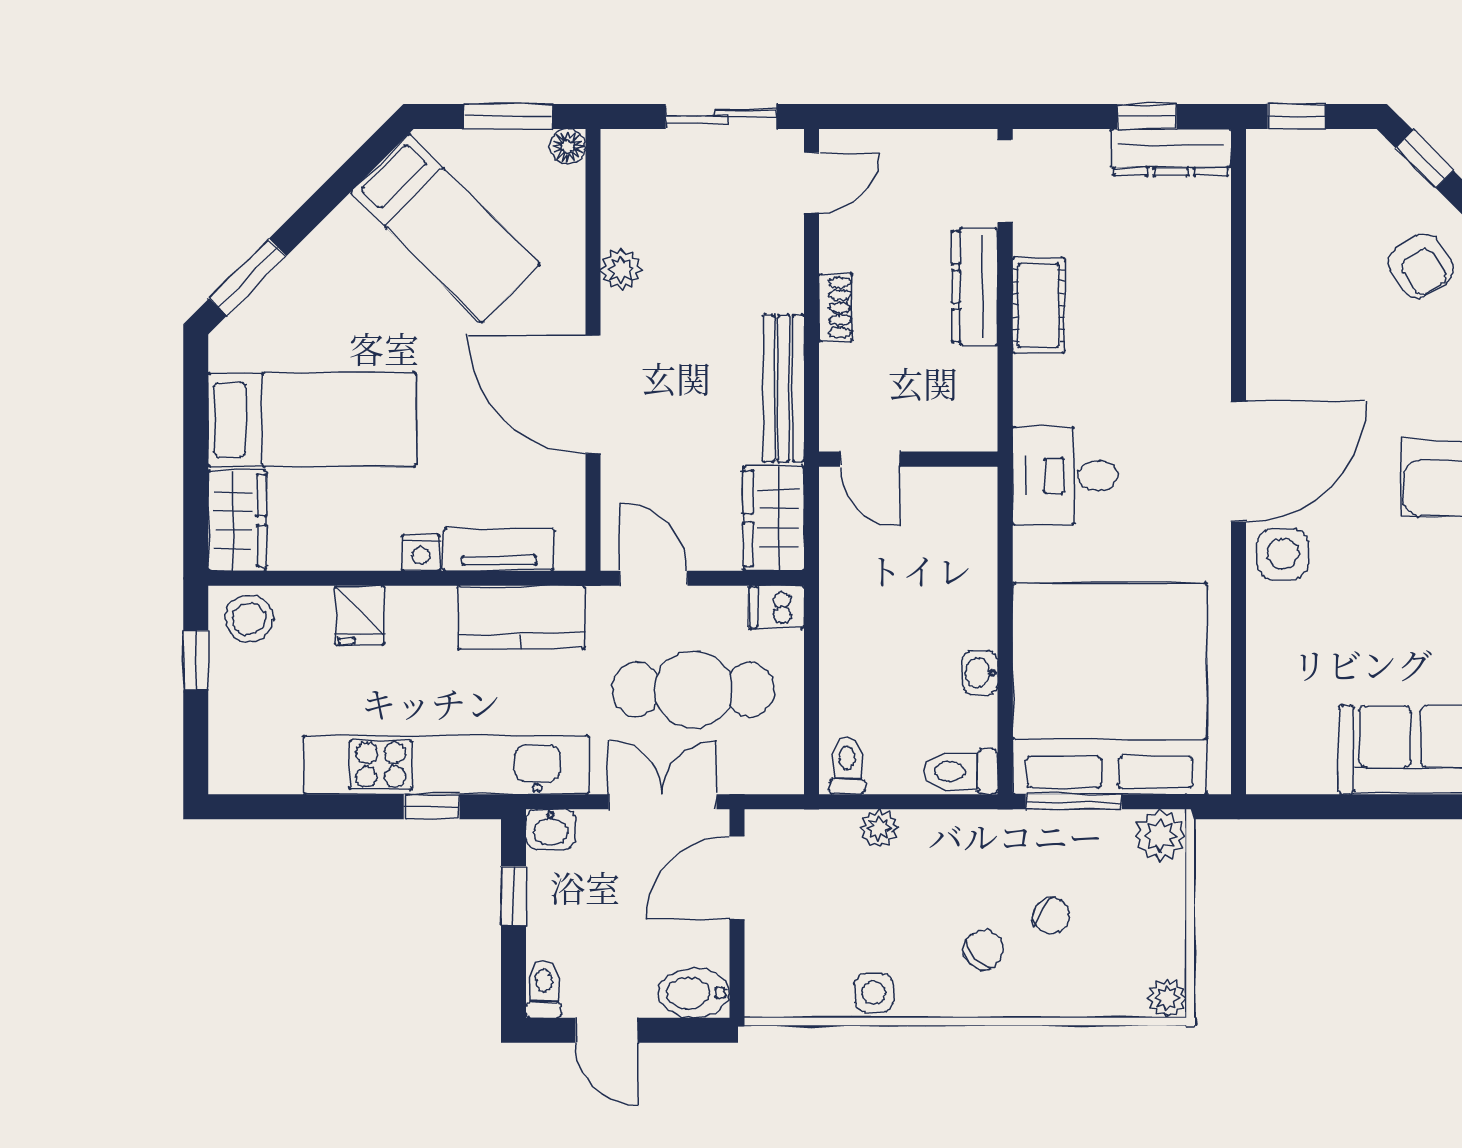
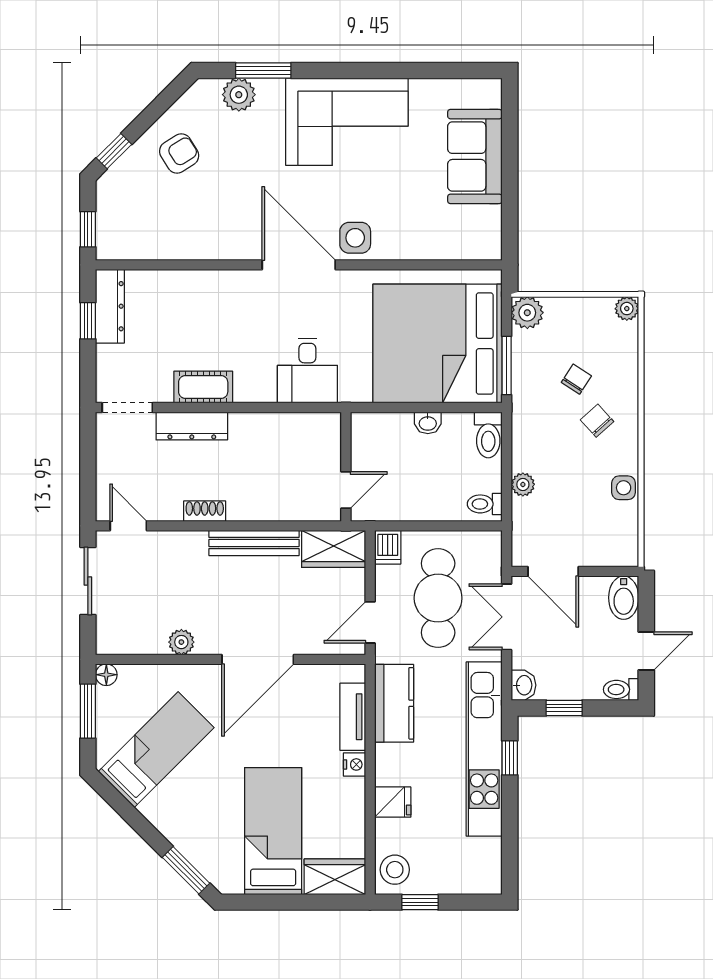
door: (870, 459) -> (346, 490), moved
wall: (908, 459) -> (346, 467), moved

